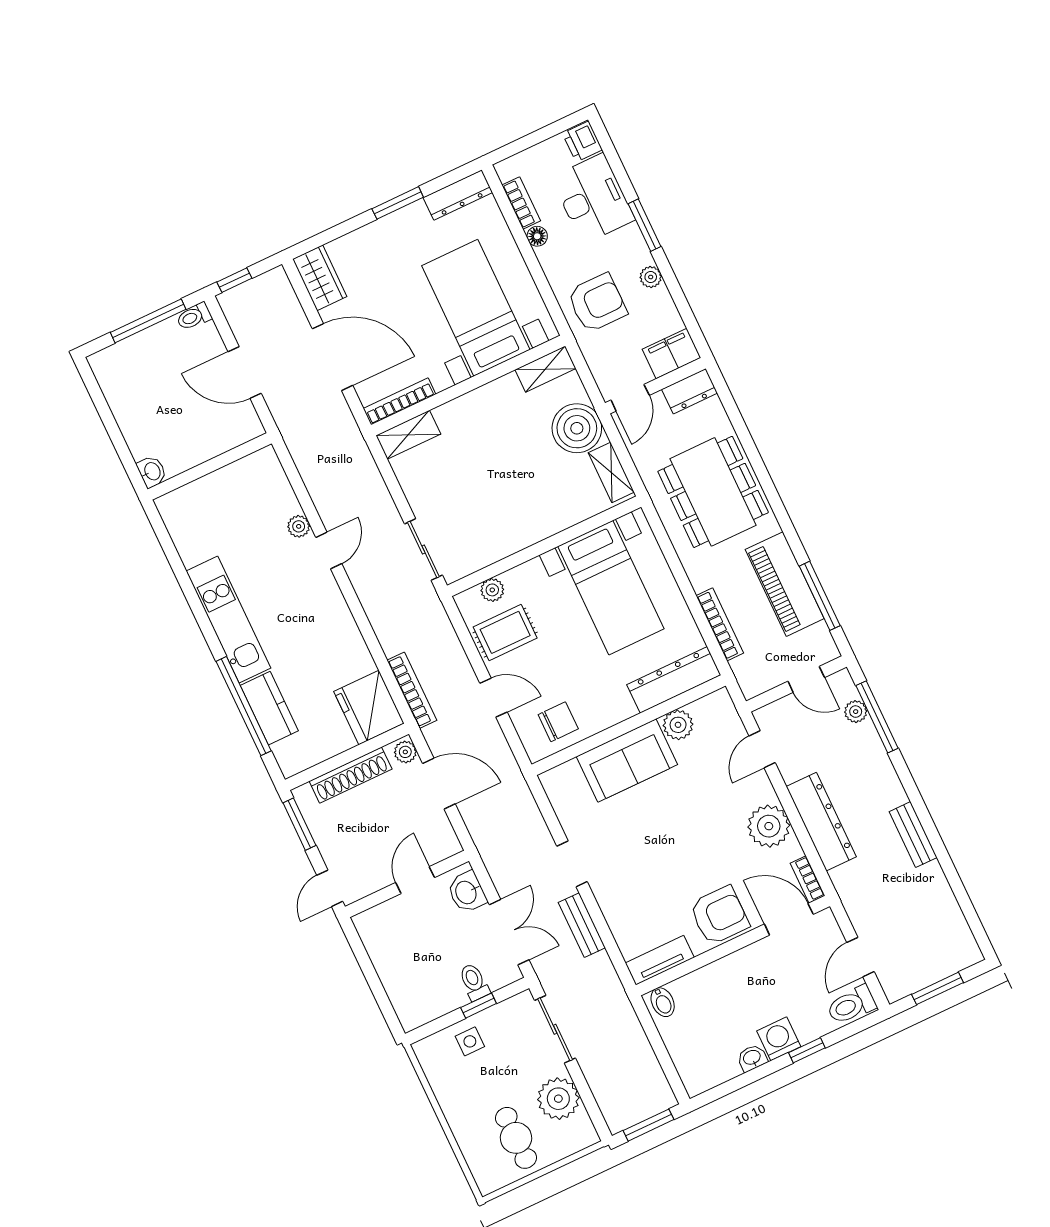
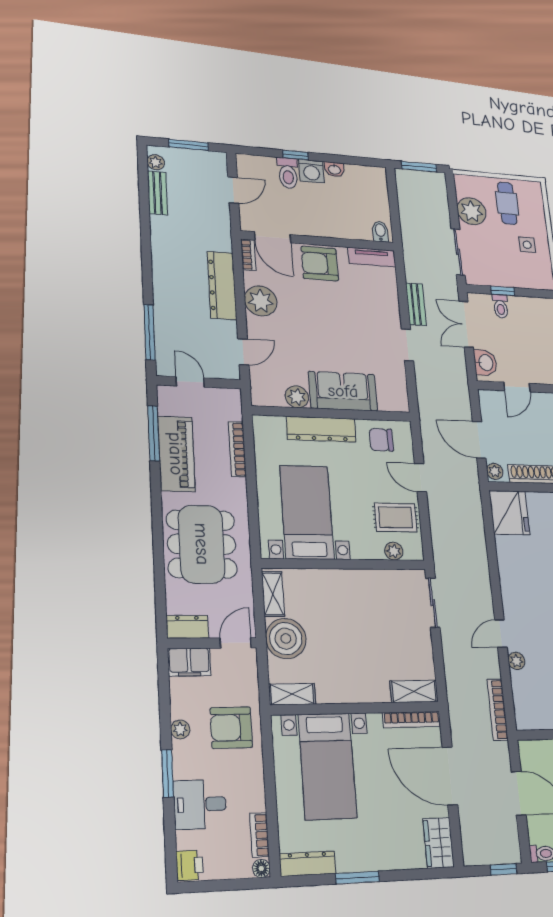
desk: (593, 199) -> (200, 804), width x0.73
floor lamp: (537, 236) -> (261, 868), moved
dresser: (674, 680) -> (321, 429), moved
bookcase: (412, 690) -> (498, 710), moved
plant: (856, 712) -> (156, 162), moved
bench: (913, 835) -> (157, 193), moved
toilet: (851, 1005) -> (288, 173), moved, turned 90
side table: (470, 1041) -> (527, 245), moved

